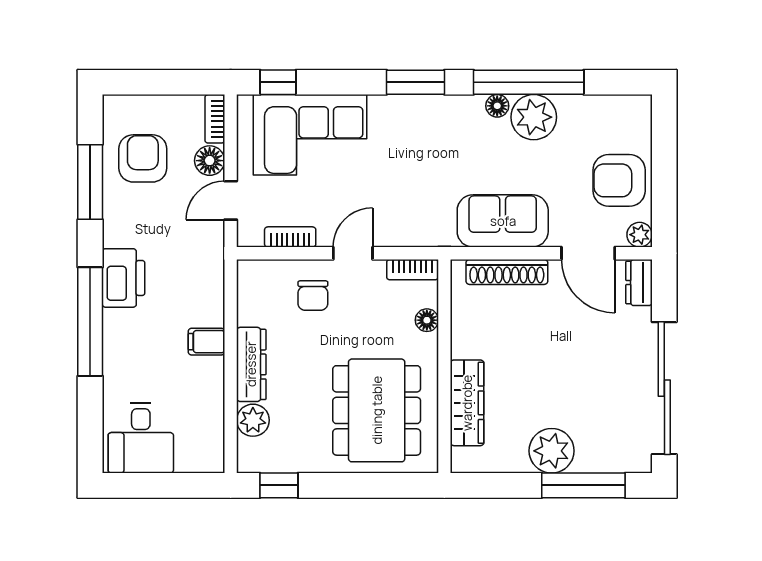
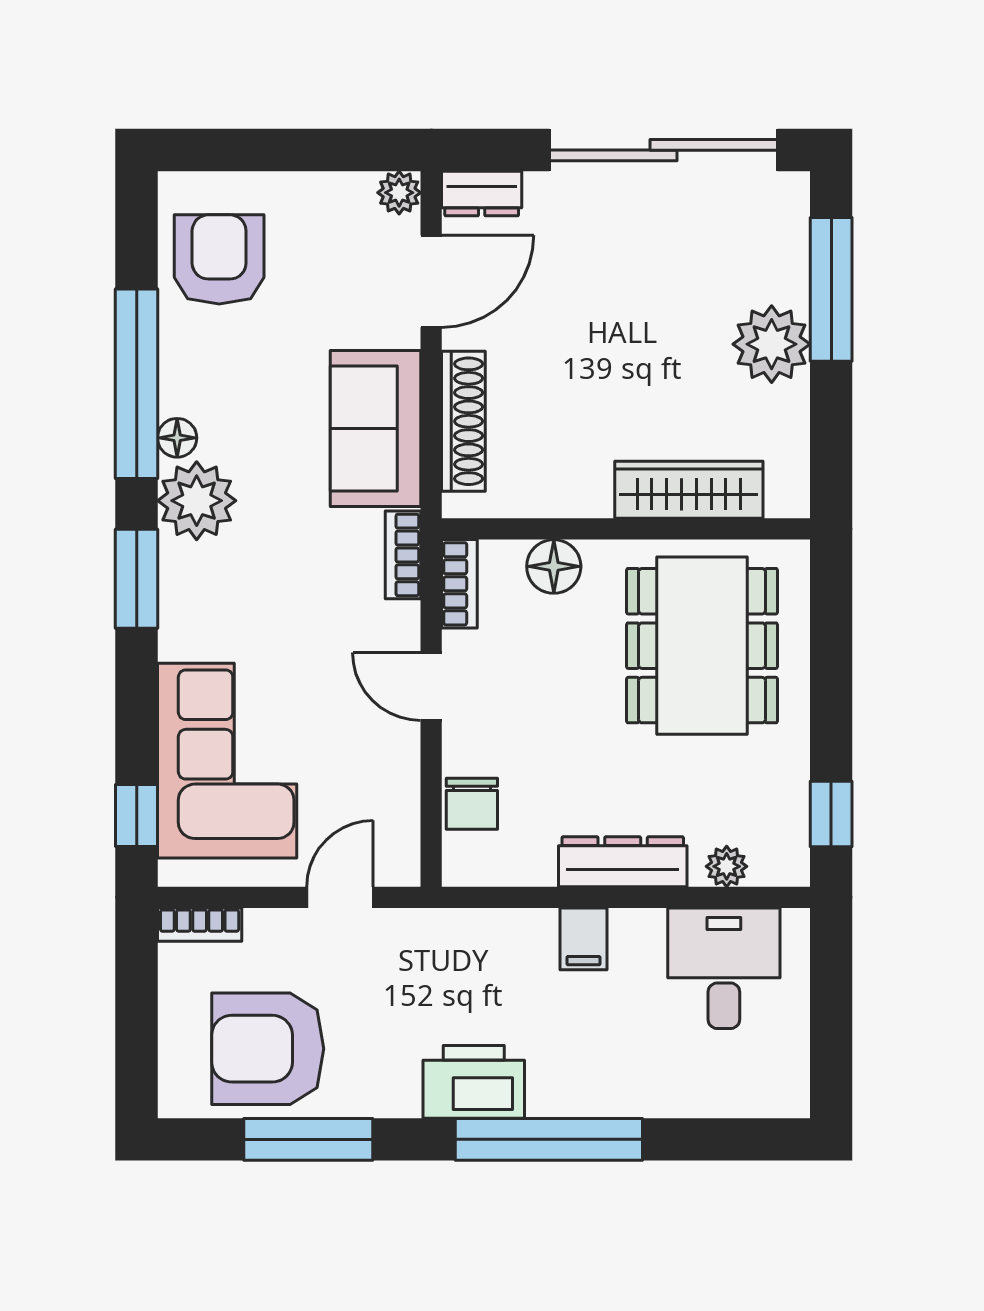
plant: (534, 117) -> (197, 501), moved
armchair: (143, 158) -> (268, 1049), width x1.36, depth x1.36
floor lamp: (210, 161) -> (271, 933), removed
armchair: (619, 180) -> (219, 259), moved, turned 180
door: (231, 200) -> (340, 897), swing flipped
bookcase: (290, 237) -> (403, 555), moved
chair: (313, 296) -> (472, 804), moved, turned 90
floor lamp: (427, 320) -> (554, 566), width x1.37, depth x1.37
dining table: (377, 410) -> (702, 646), turned 90
plant: (253, 420) -> (727, 866), width x0.73, depth x0.73
desk: (141, 438) -> (724, 968), moved, turned -90

